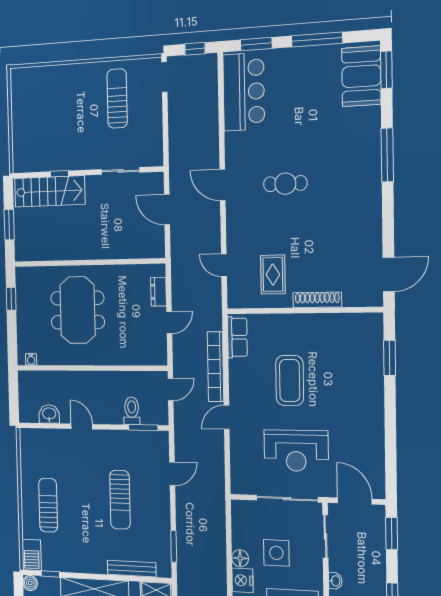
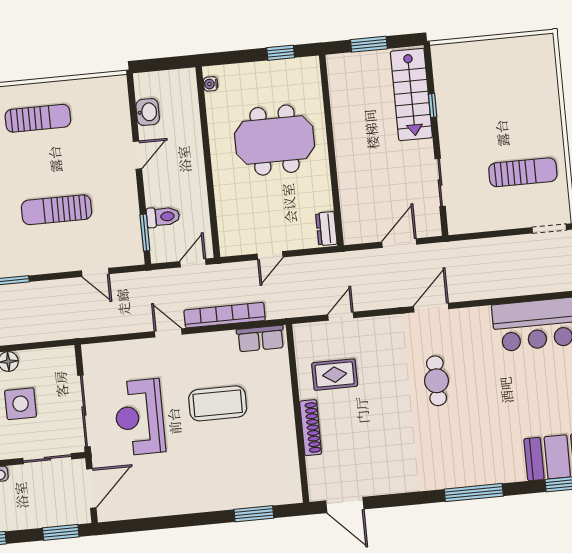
dresser: (158, 292) -> (326, 229), moved, turned -90
door: (169, 322) -> (270, 255), hinge flipped
door: (171, 389) -> (193, 263), swing flipped

